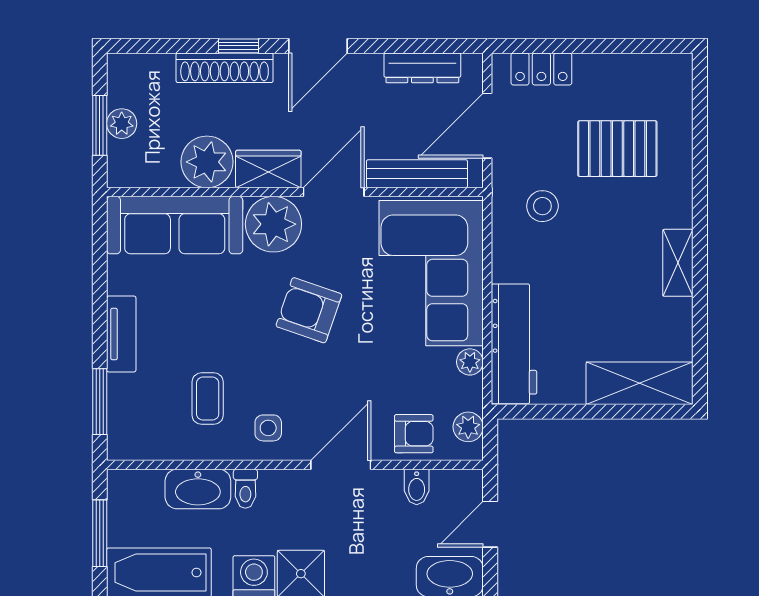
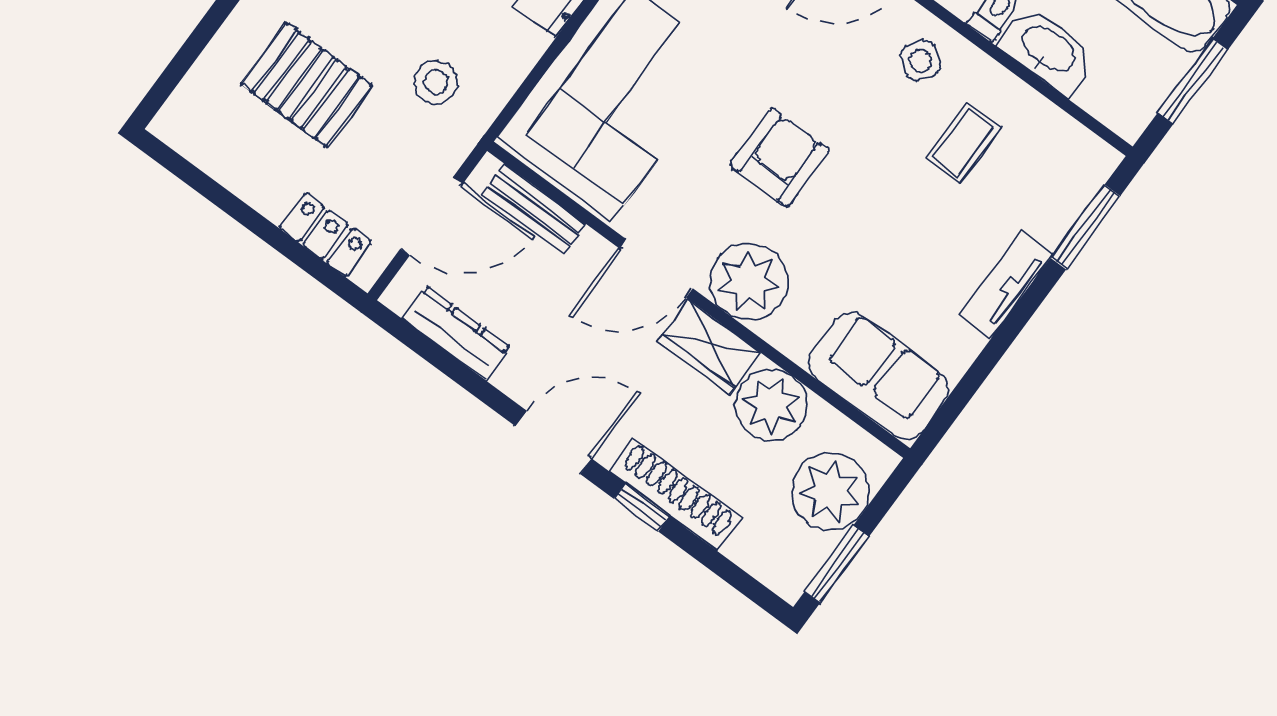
plant: (122, 124) -> (830, 491), width x1.88, depth x1.88
window: (100, 125) -> (837, 564), moved
bench: (417, 174) -> (534, 209), width x0.73
sofa: (175, 225) -> (878, 376), width x0.73
armchair: (309, 310) -> (779, 157), turned -109
side table: (268, 428) -> (920, 60), turned 36

